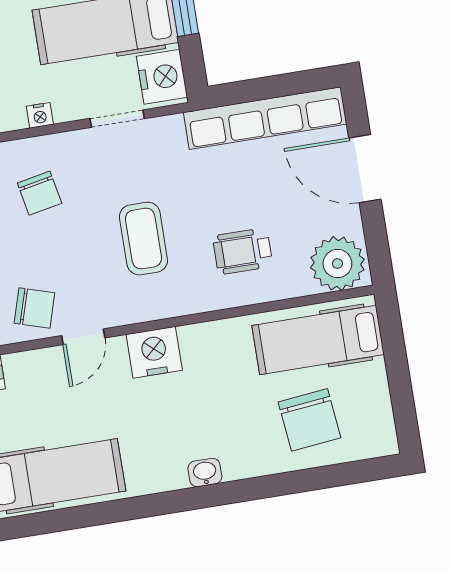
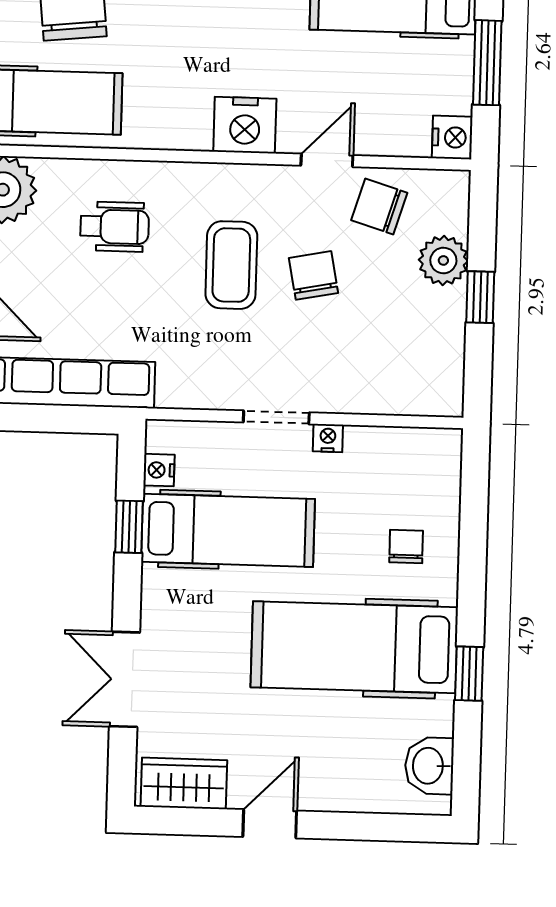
nightstand: (162, 77) -> (159, 470), width x0.53, depth x0.56
doorway: (117, 119) -> (276, 417), moved
chair: (40, 193) -> (313, 275), moved

